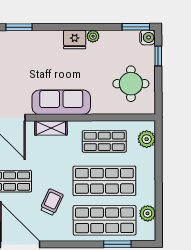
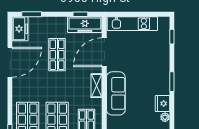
window: (19, 27) -> (172, 82), moved
trolley: (52, 202) -> (41, 86), removed

